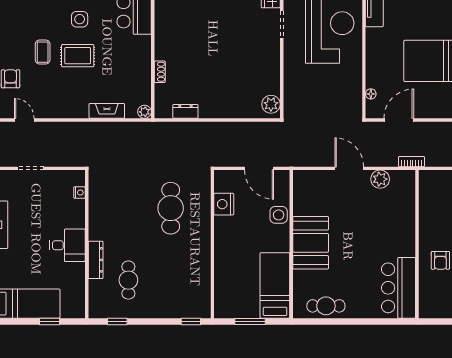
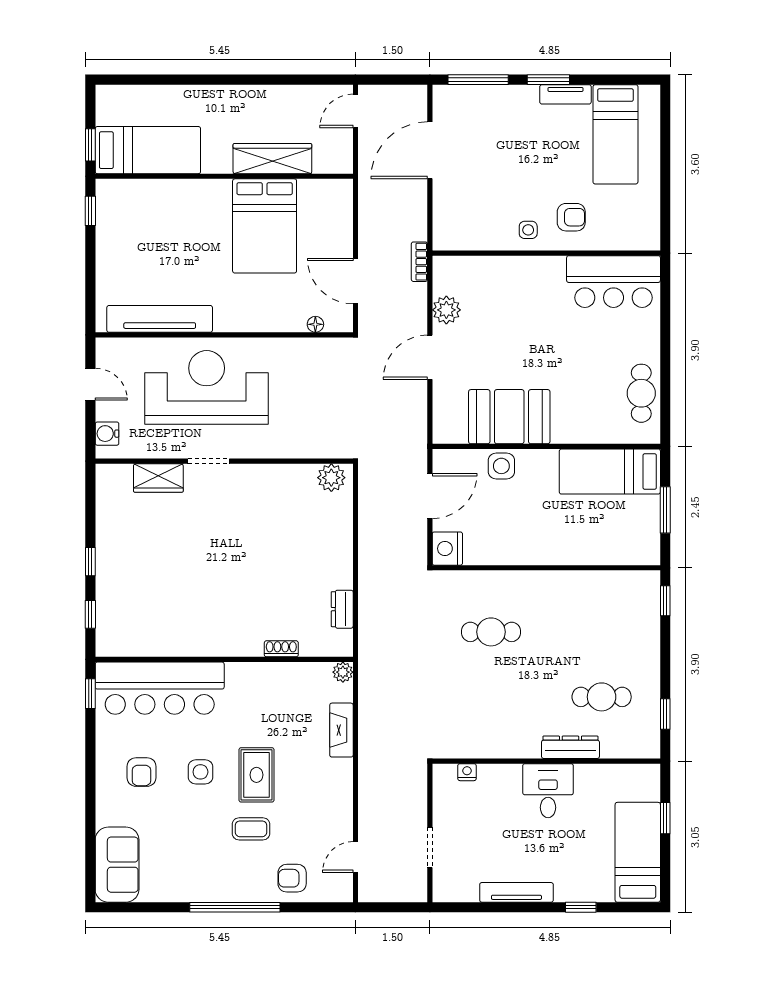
nightstand: (224, 204) -> (447, 549), moved, turned 90
cafe table: (171, 208) -> (491, 632), width x0.73, depth x0.74
side table: (432, 232) -> (528, 230), added
booth: (311, 243) -> (509, 417), moved

